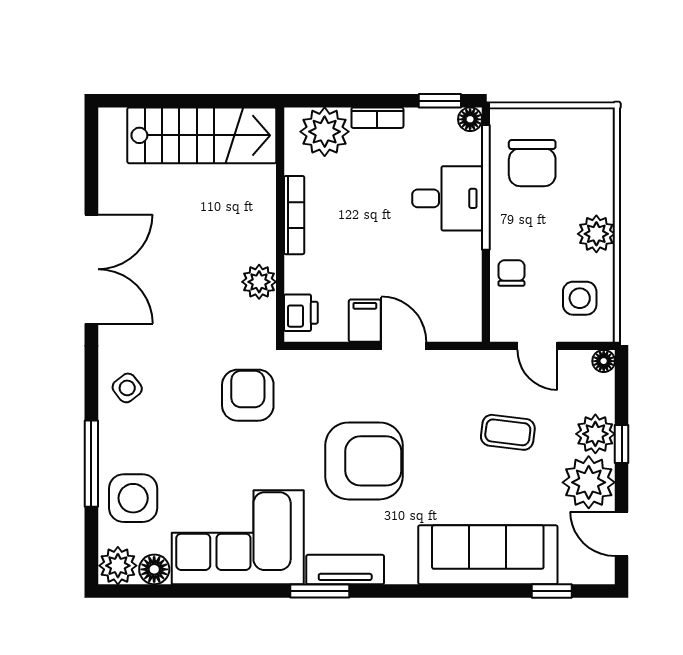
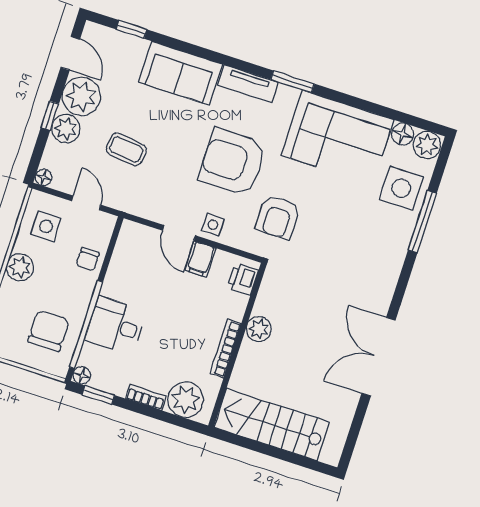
plant: (259, 282) -> (259, 329), moved
side table: (127, 388) -> (213, 225), moved, turned 38
armchair: (248, 395) -> (278, 217), moved
sofa: (488, 555) -> (180, 73), width x0.73
tv unit: (345, 570) -> (248, 84), moved

